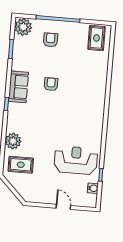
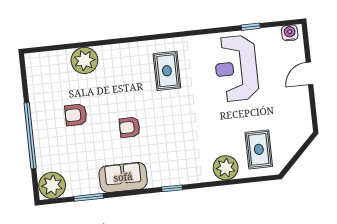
rug: (96, 38) -> (167, 71), moved, turned 90
armchair: (50, 40) -> (76, 115), moved
plant: (100, 63) -> (84, 60), added
sofa: (18, 87) -> (123, 177), moved
water cooler: (93, 188) -> (290, 33), moved

